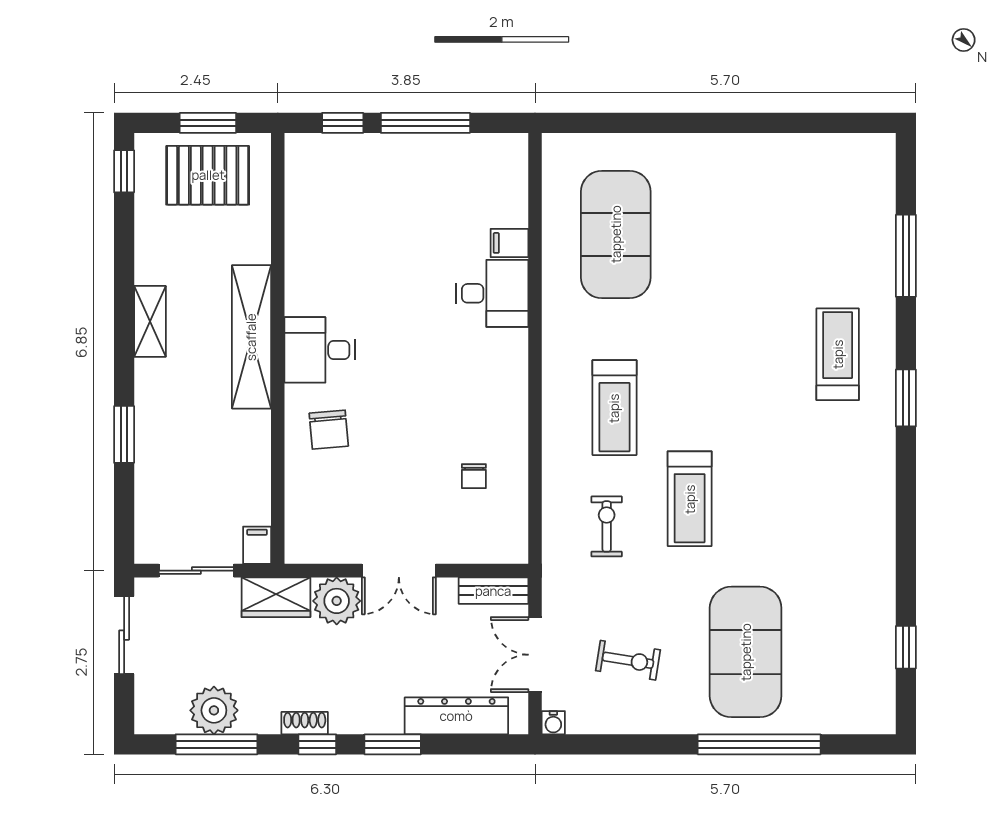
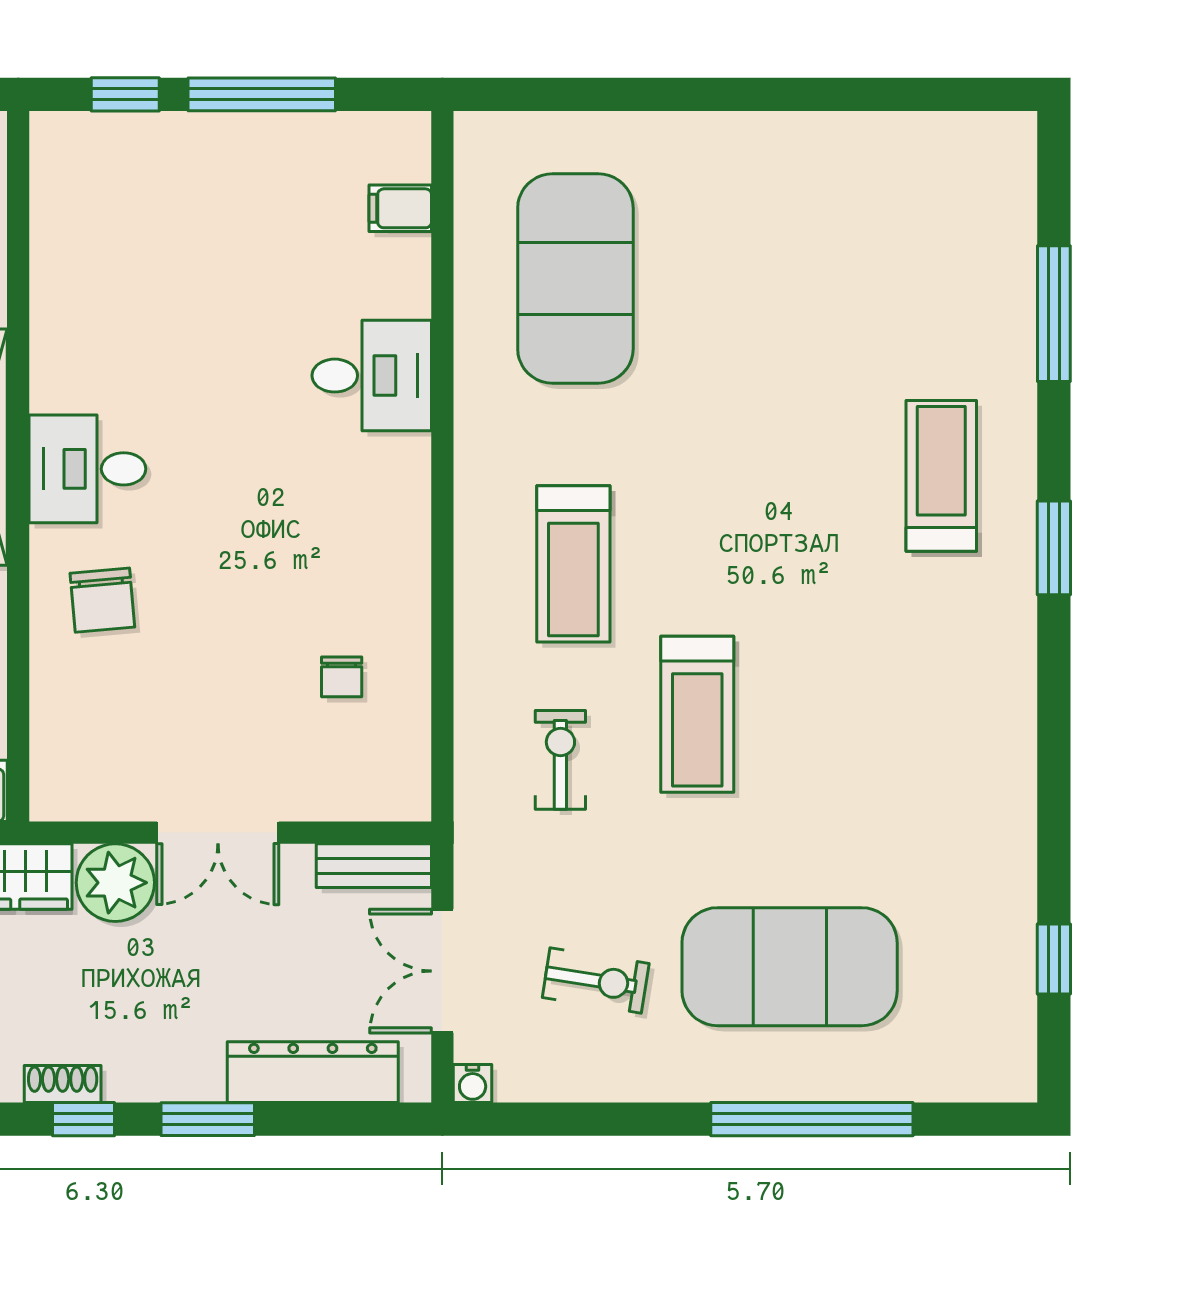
filing cabinet: (509, 243) -> (400, 208), moved
exercise mat: (746, 652) -> (790, 967), turned 90

